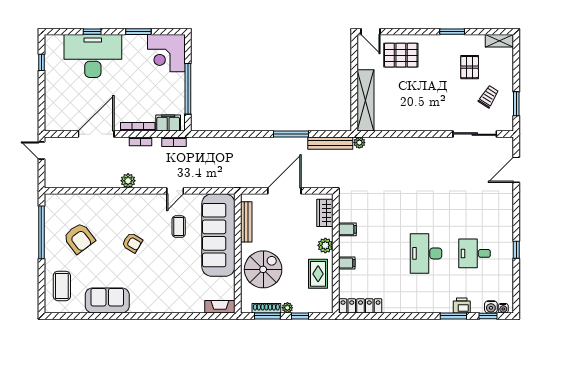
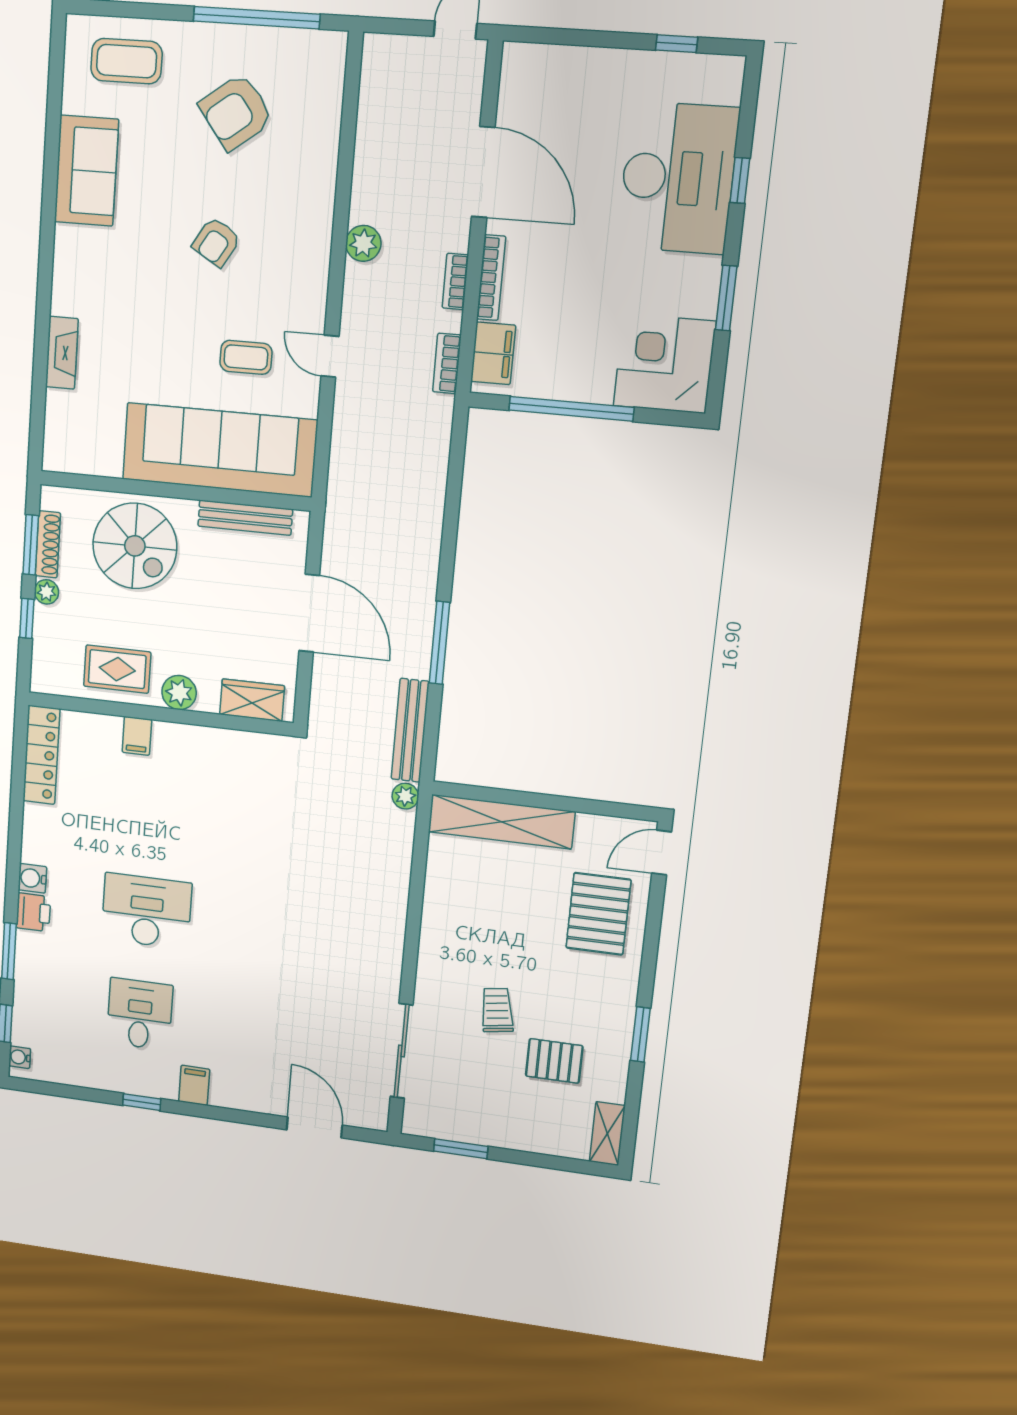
trolley: (489, 97) -> (497, 1010), moved, turned -131
filing cabinet: (347, 229) -> (194, 1085), moved, turned 180
printer: (462, 306) -> (33, 912), moved
fireplace: (220, 307) -> (62, 353), moved
water cooler: (491, 307) -> (32, 878), moved

